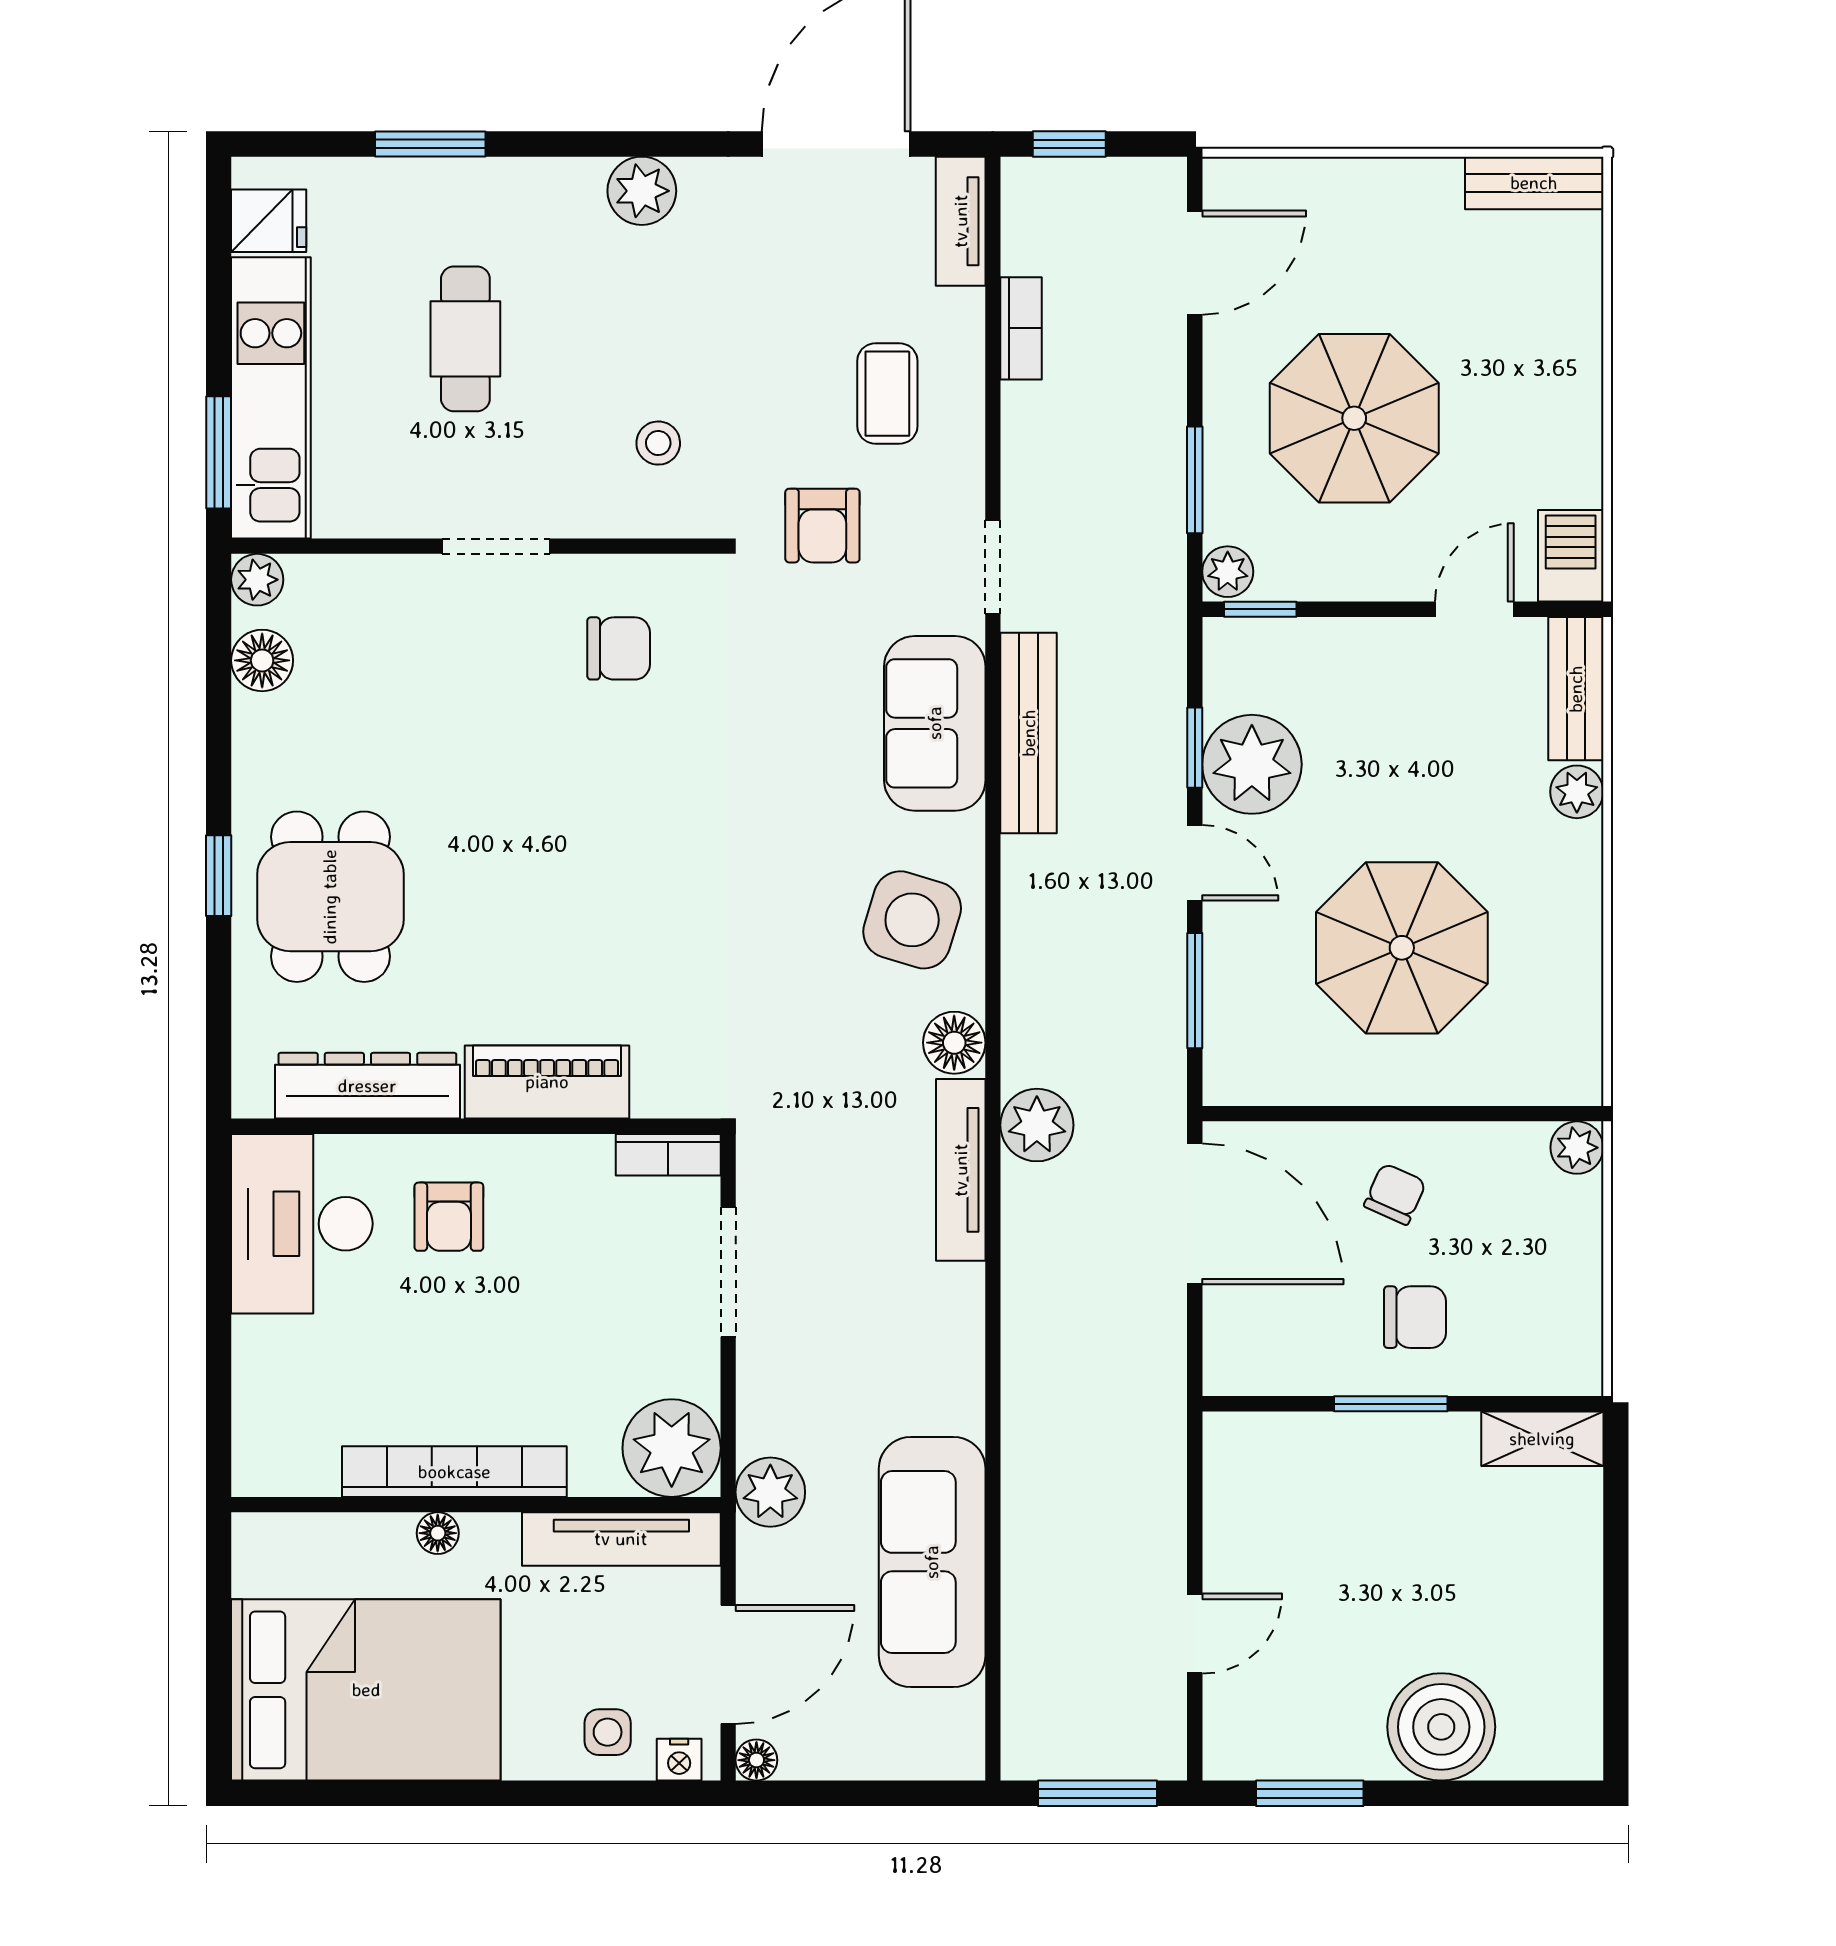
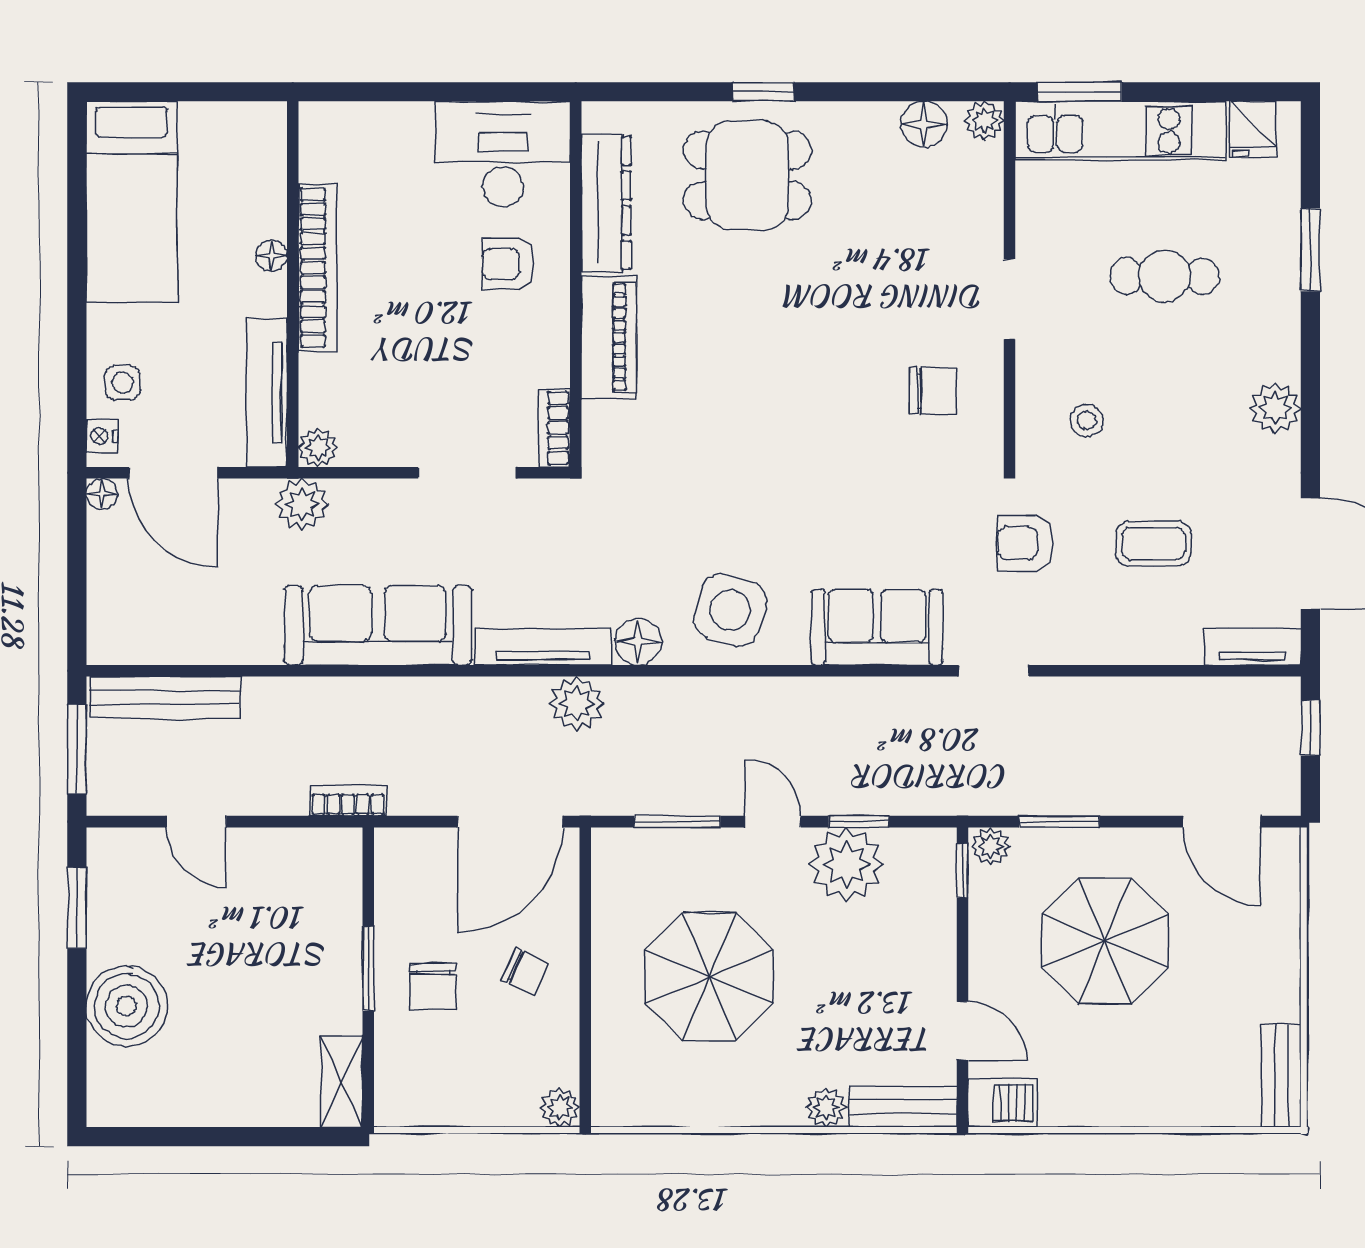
bookcase: (1021, 328) -> (348, 801), moved, turned 180
coffee table: (887, 394) -> (1154, 544), moved
chair: (619, 648) -> (933, 391), turned -90
bench: (1029, 733) -> (165, 697), moved
door: (1195, 863) -> (773, 822), swing flipped
plant: (672, 1448) -> (318, 448), width x0.53, depth x0.53
sofa: (932, 1562) -> (378, 625), moved
bed: (366, 1690) -> (132, 202), width x0.67

